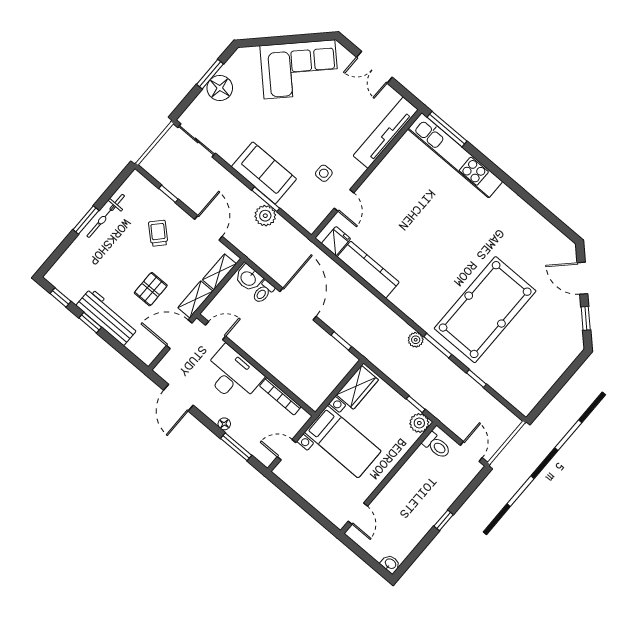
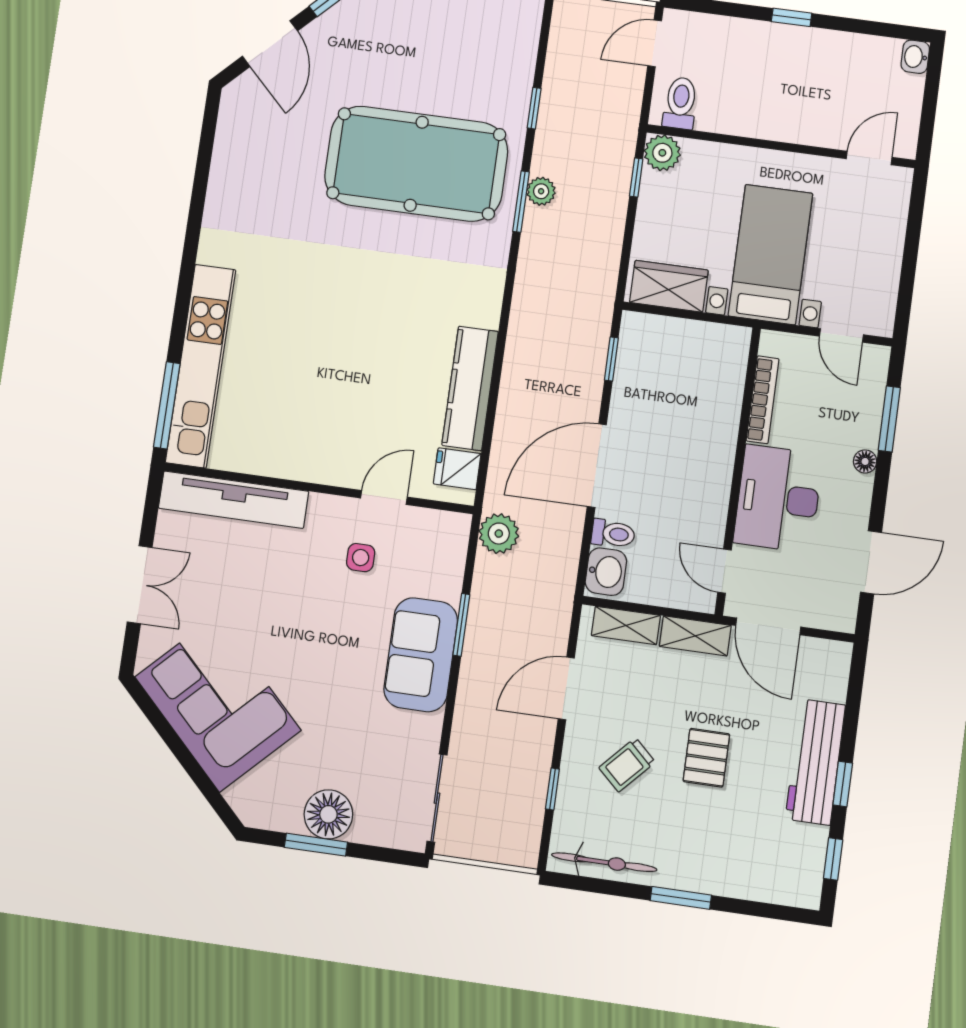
bicycle: (106, 216) -> (604, 862), moved
plant: (265, 216) -> (499, 534), moved
pallet: (151, 289) -> (706, 758), moved, turned 90
plant: (416, 340) -> (541, 191), moved

